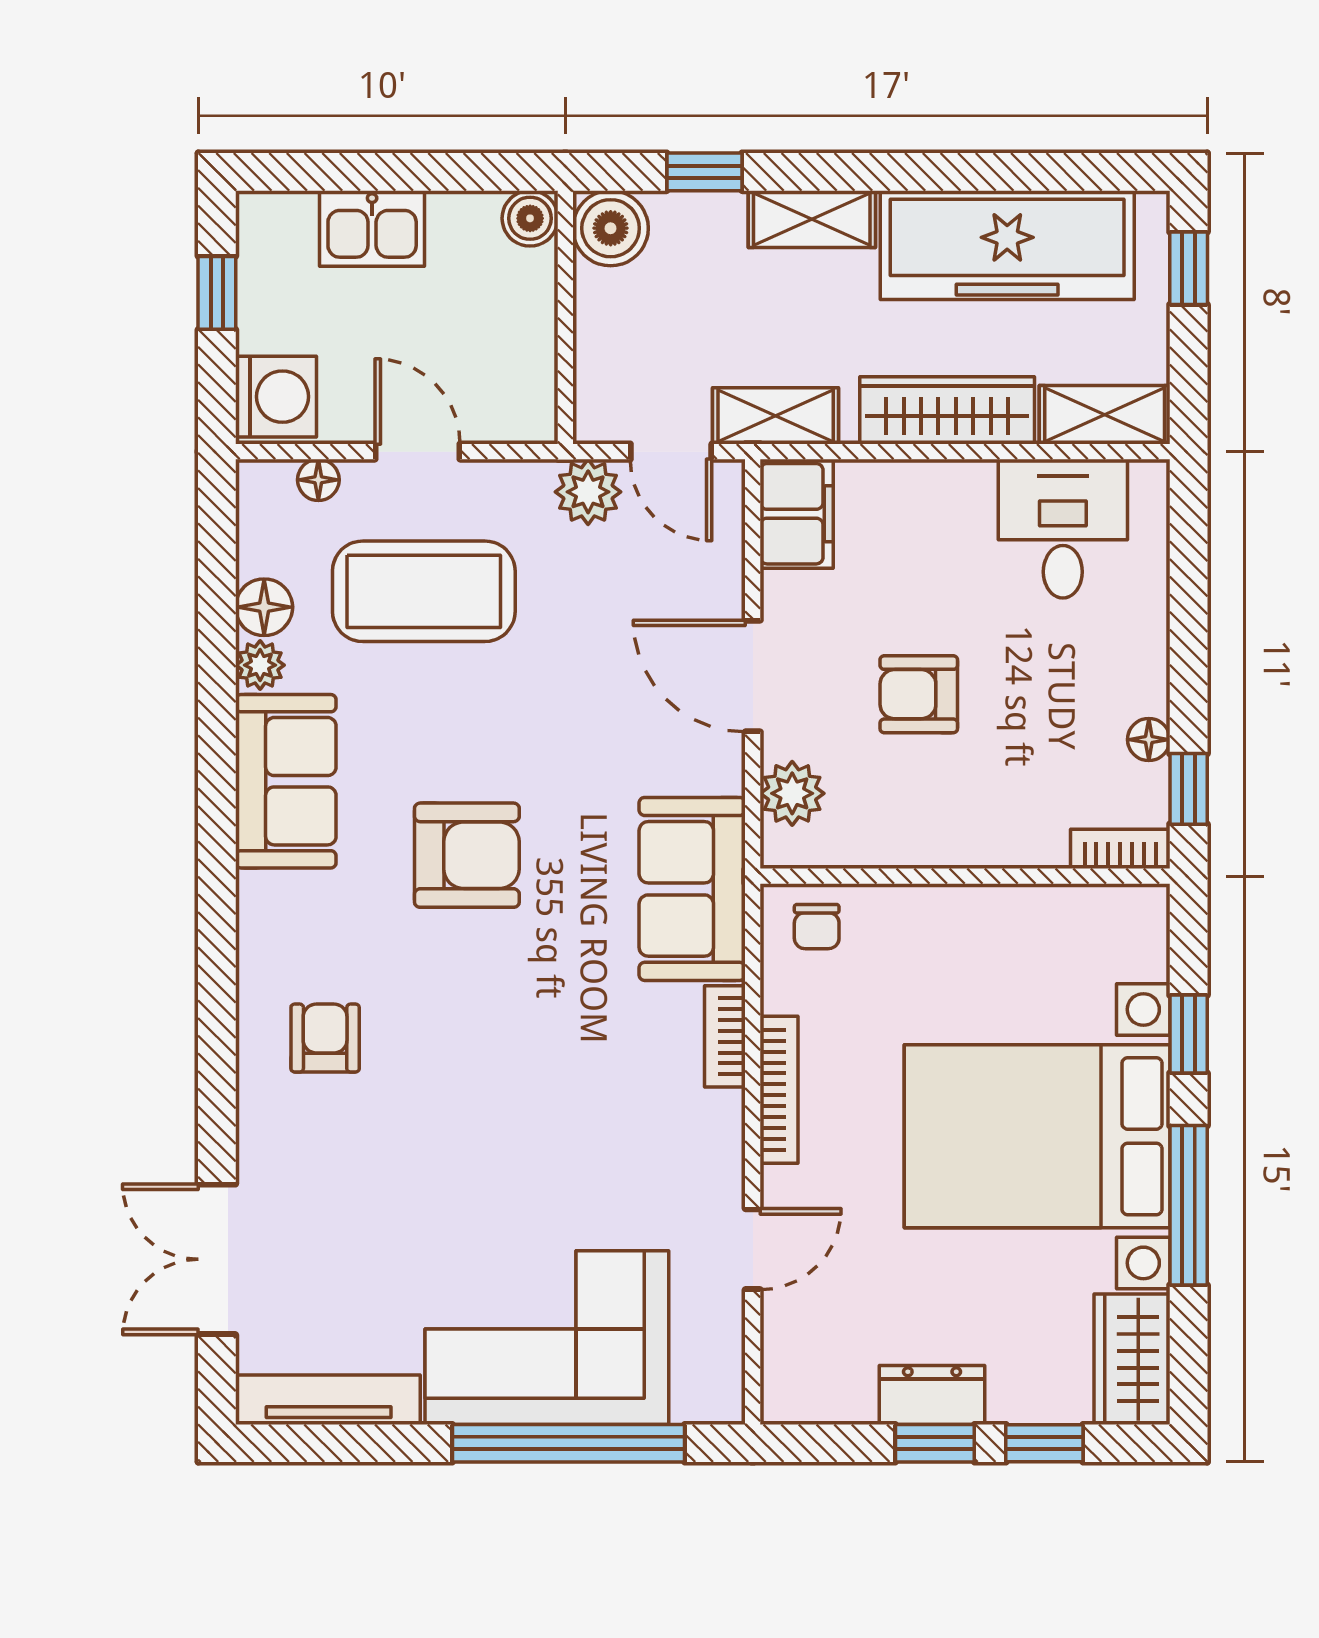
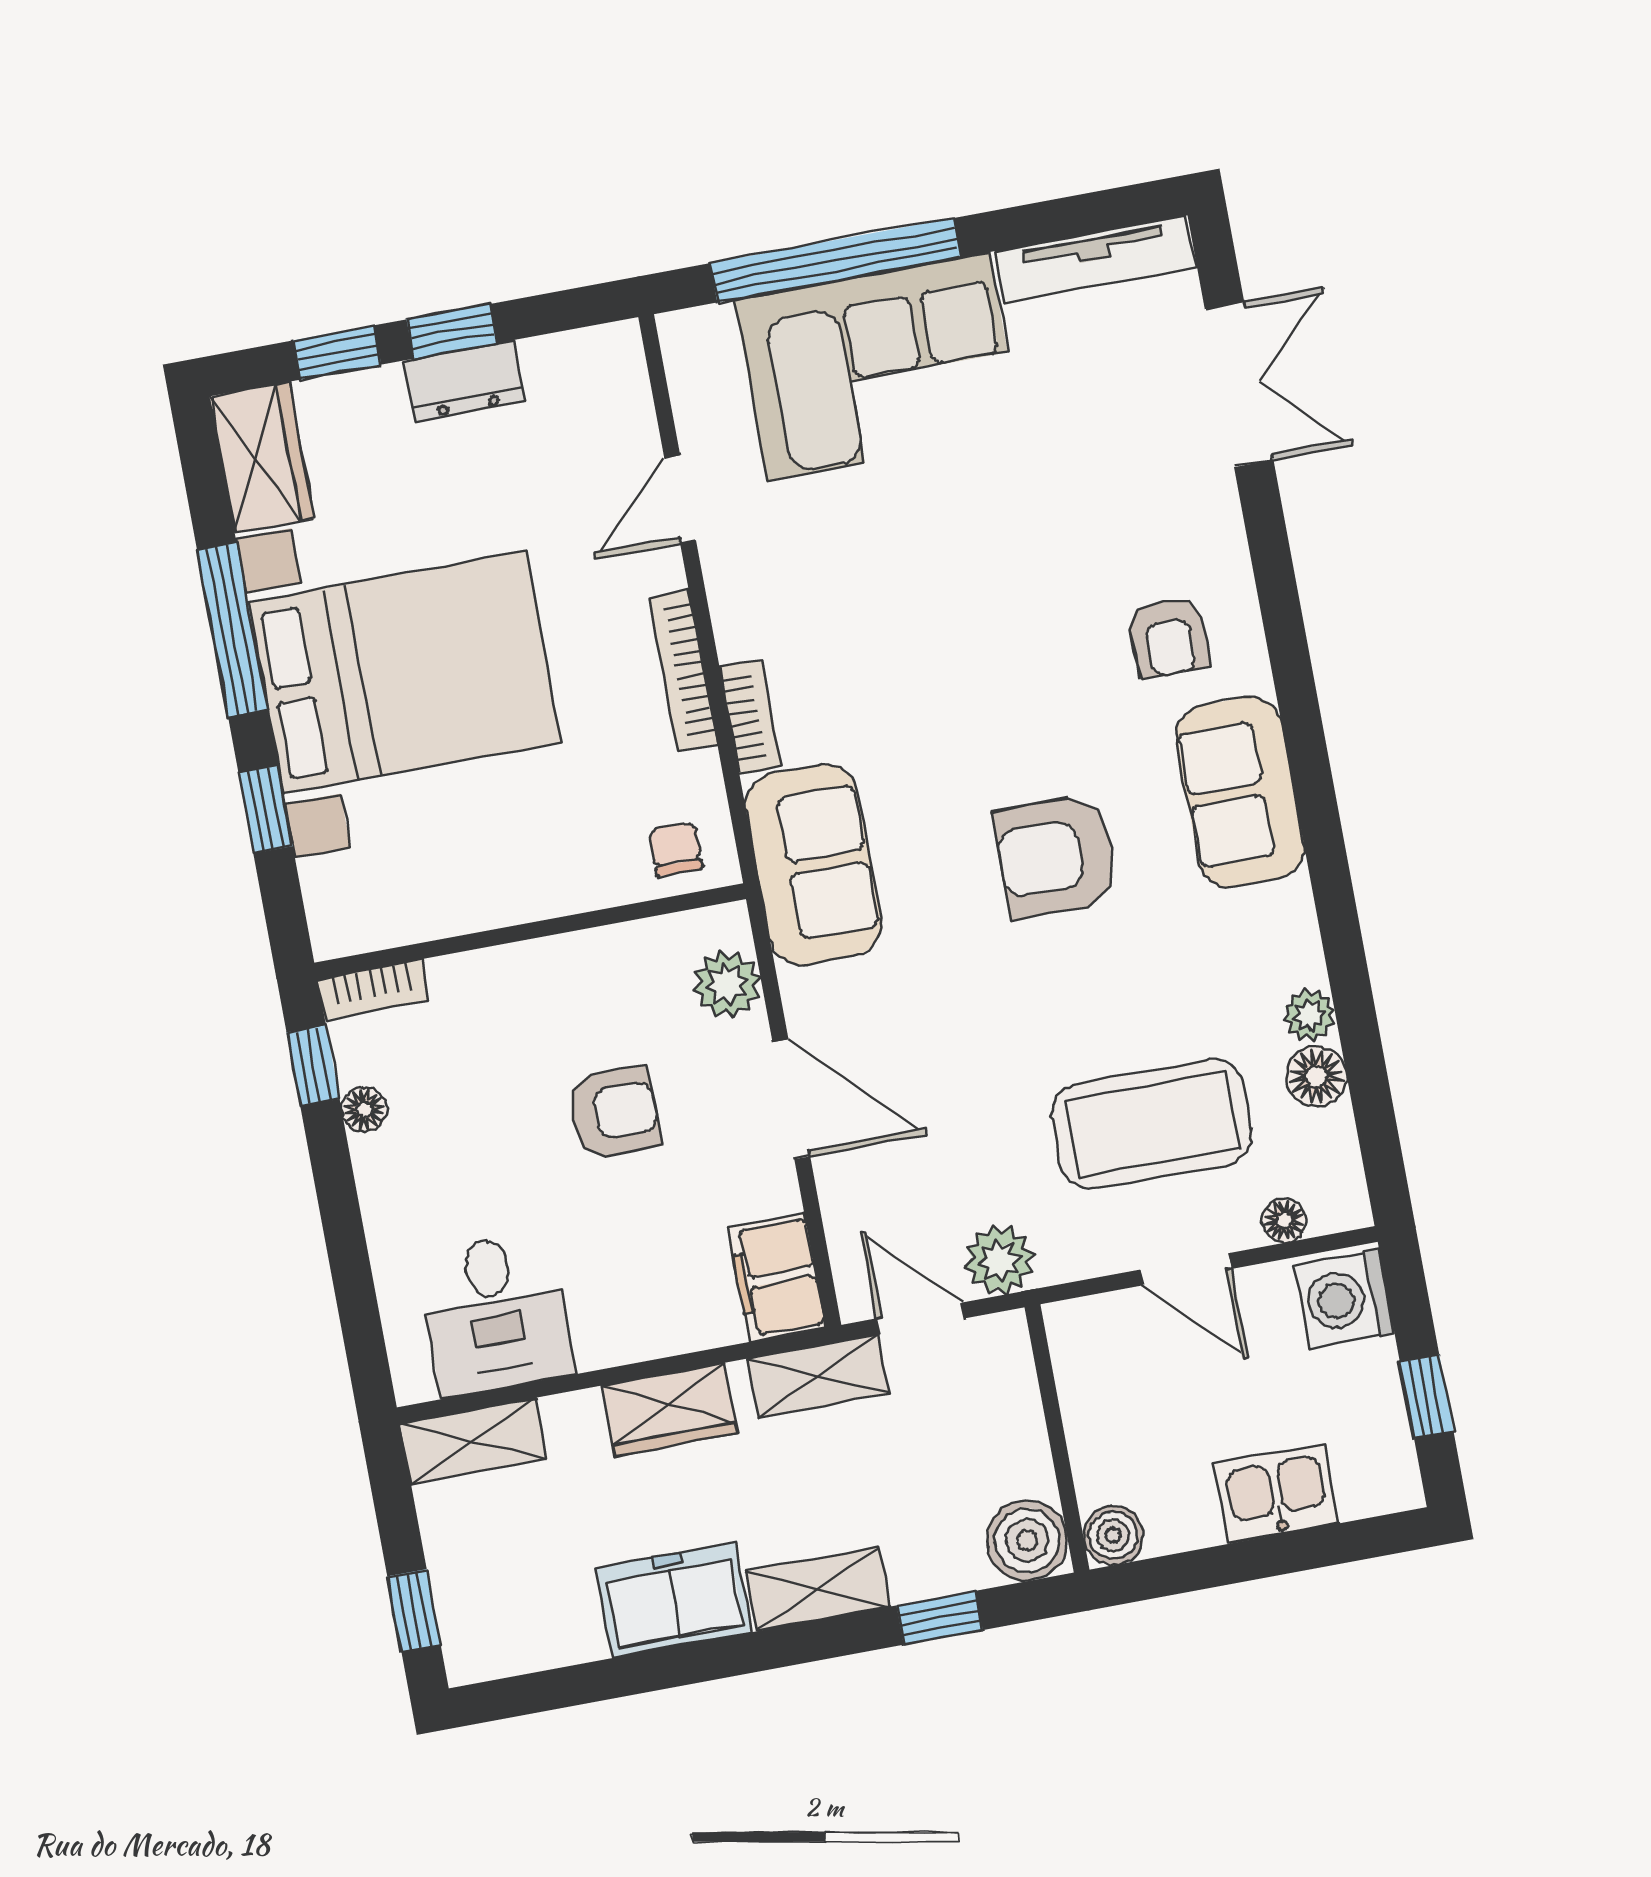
freezer: (1007, 245) -> (674, 1600), width x0.52, depth x0.79
wardrobe: (947, 410) -> (670, 1409), width x0.67
sofa: (286, 781) -> (1240, 792), moved

